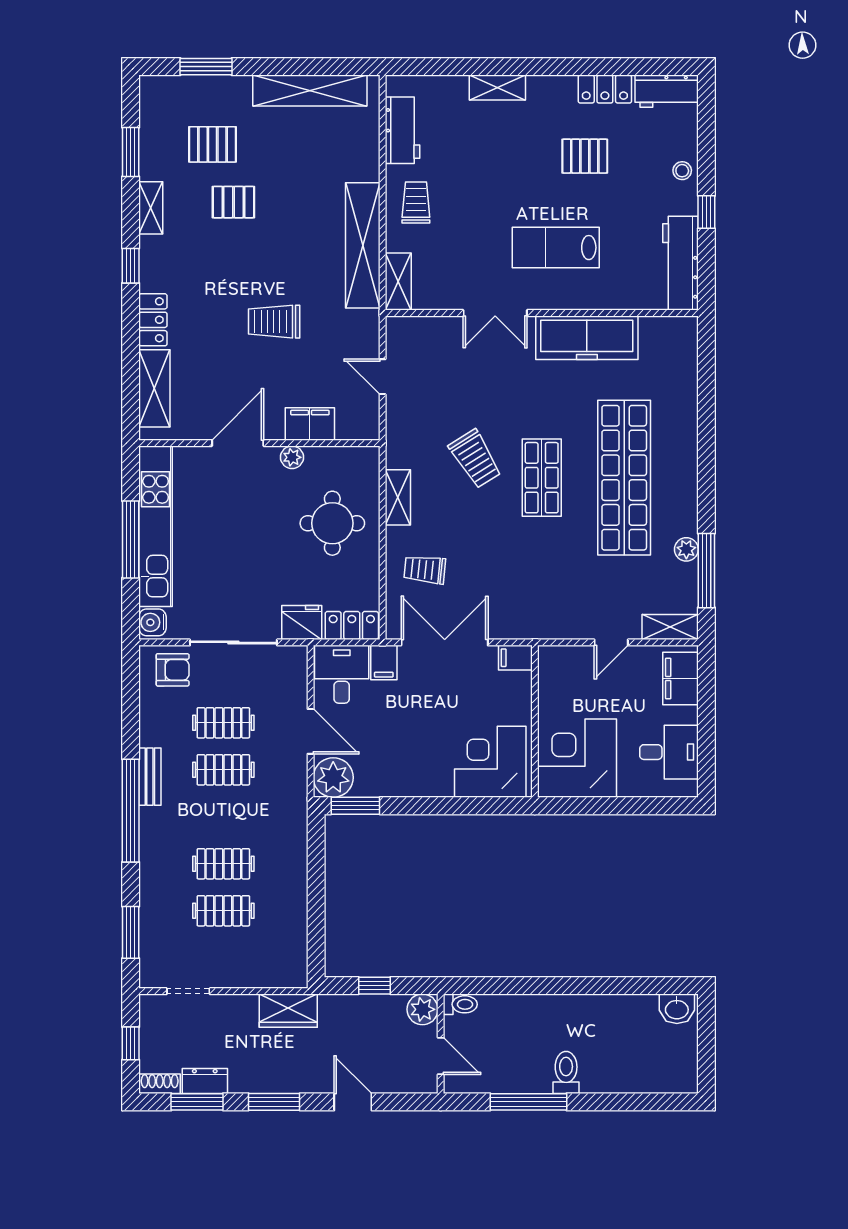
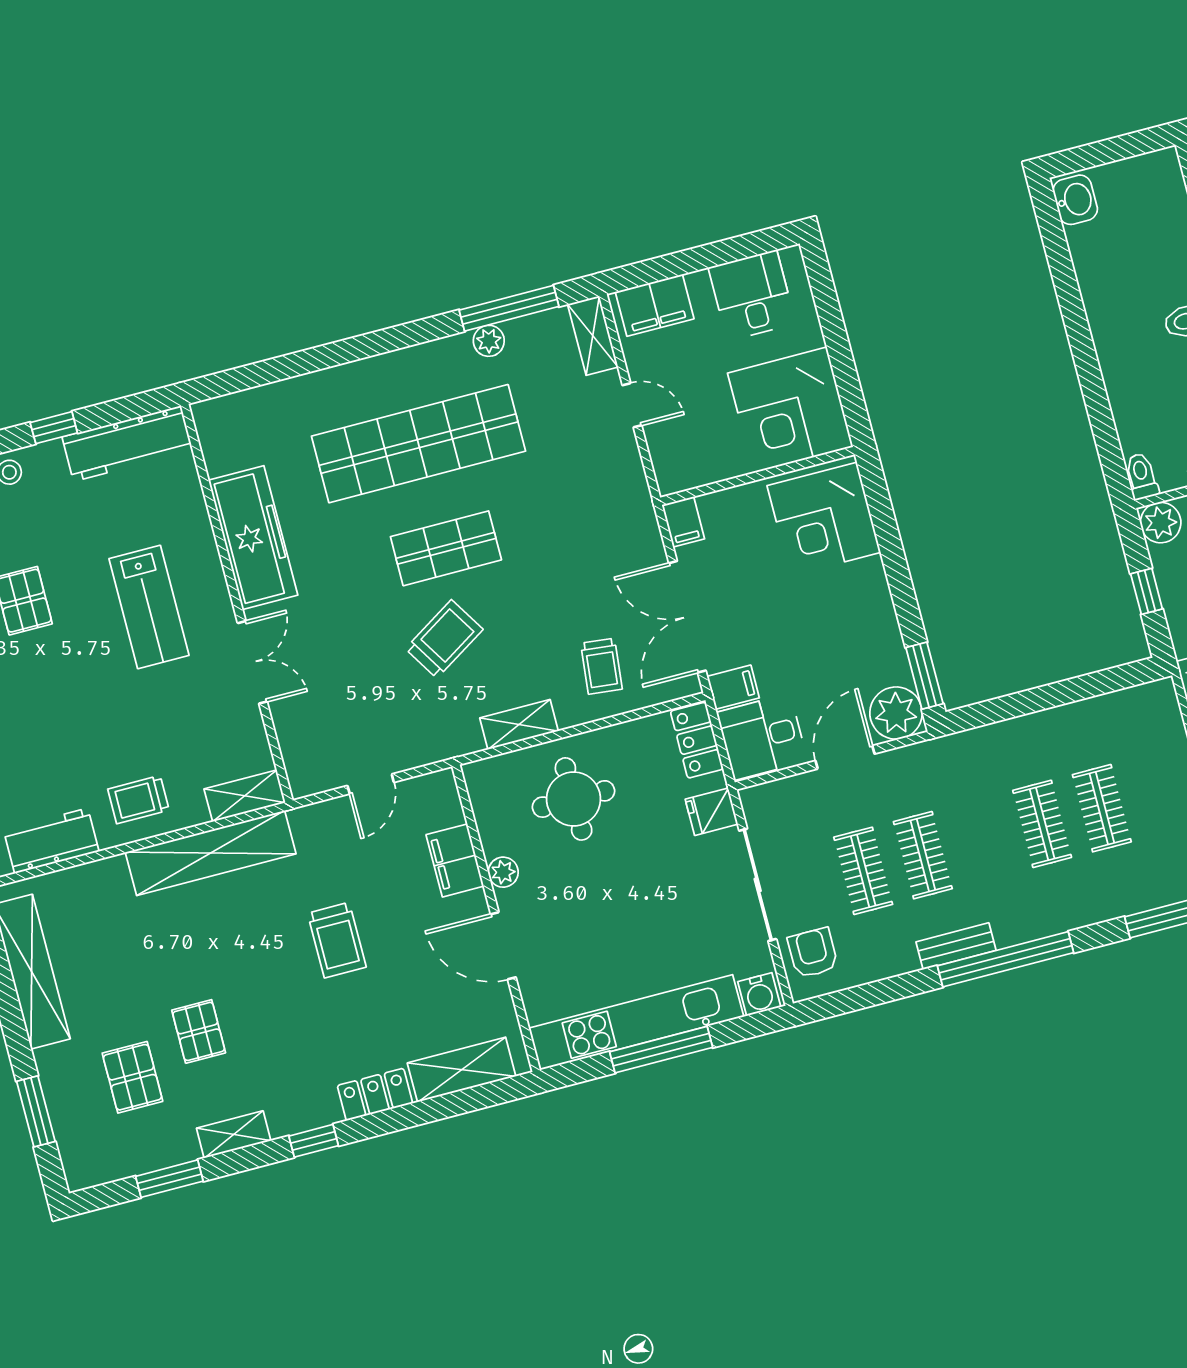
fridge: (302, 623) -> (712, 812), width x0.72

